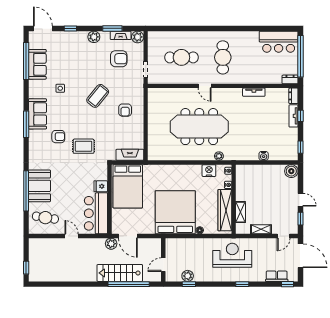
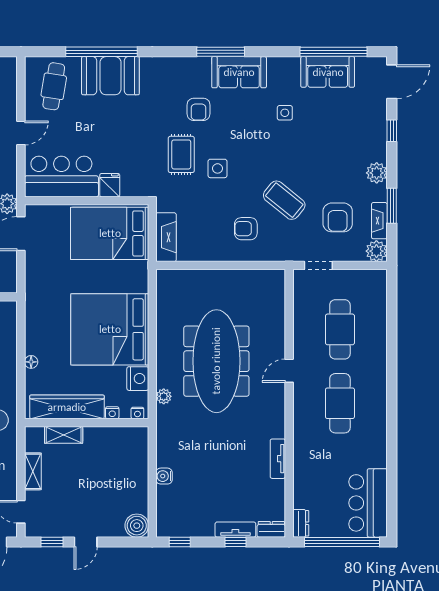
cafe table: (223, 57) -> (340, 403), turned 90
coffee table: (98, 96) -> (284, 200), moved
side table: (91, 126) -> (218, 168), added
bed: (175, 212) -> (110, 329), moved, turned 180

